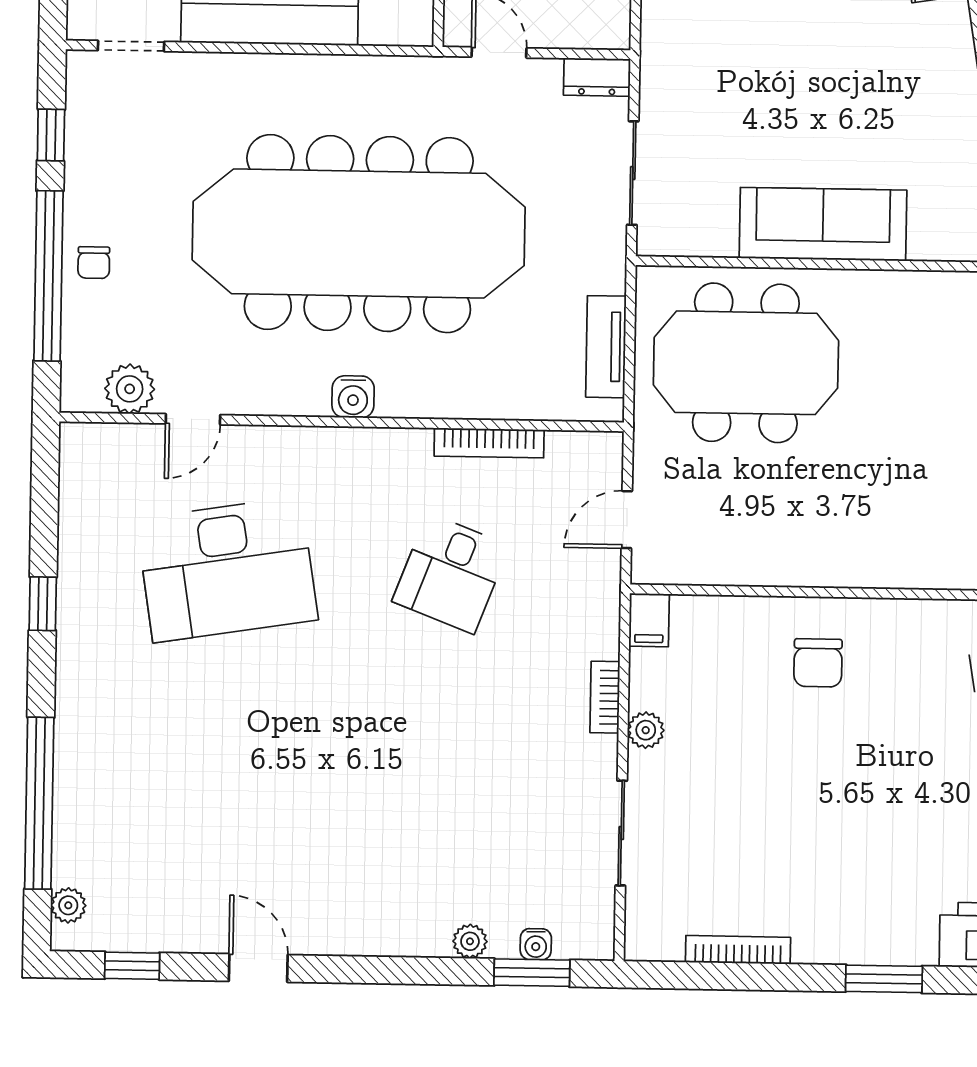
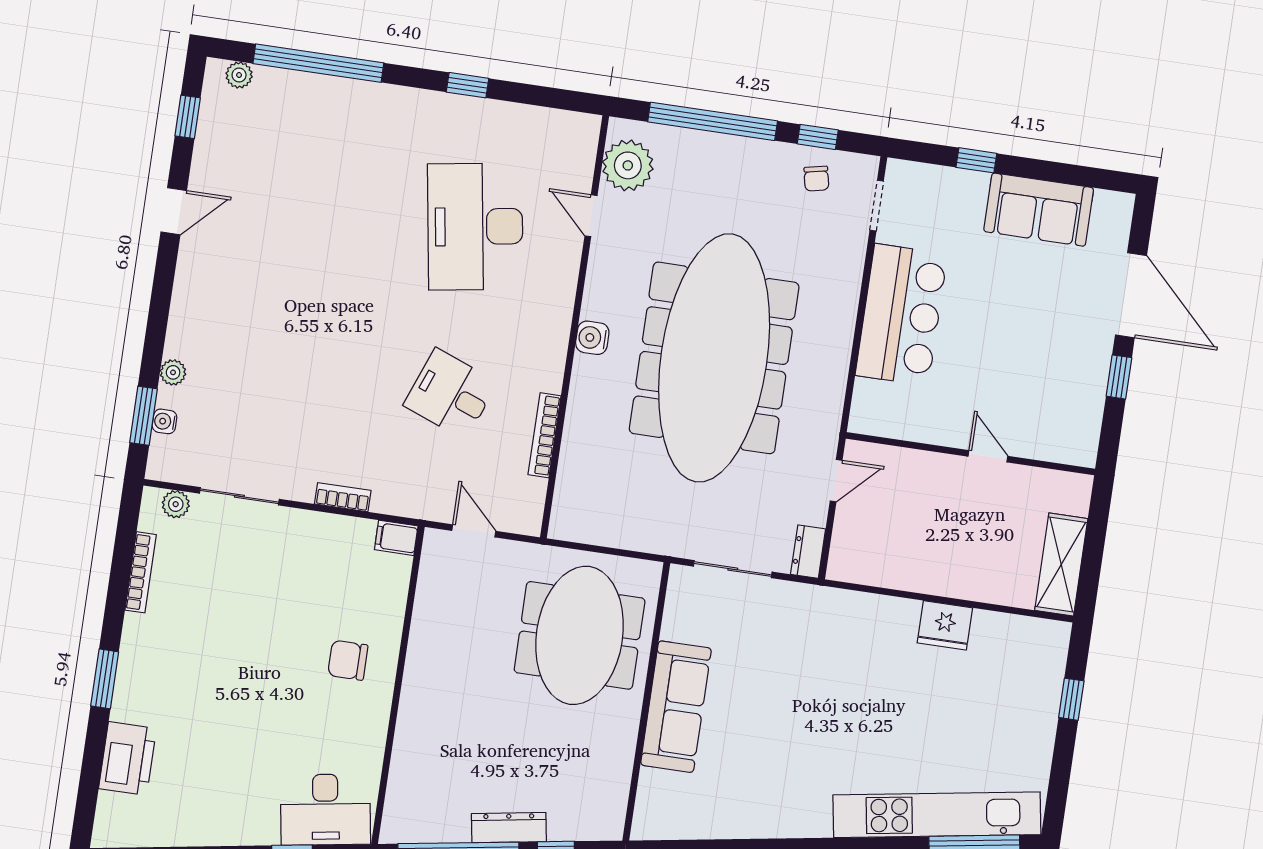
chair: (94, 263) -> (816, 179), moved, turned -102
tv unit: (606, 347) -> (605, 532), removed
plant: (130, 389) -> (628, 165), width x1.36, depth x1.36
plant: (646, 730) -> (176, 504), moved

